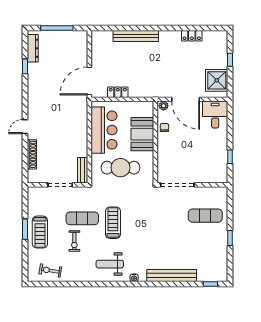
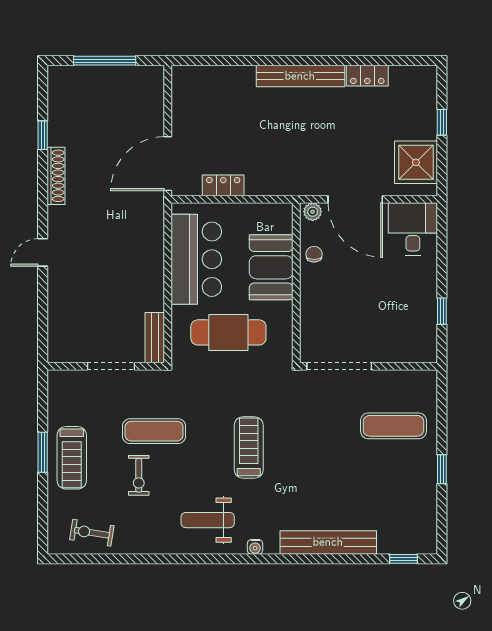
bench: (136, 36) -> (300, 76), moved
dresser: (33, 48) -> (58, 100), removed
shoe rack: (32, 154) -> (56, 176), moved
treadmill: (113, 223) -> (249, 448), moved

